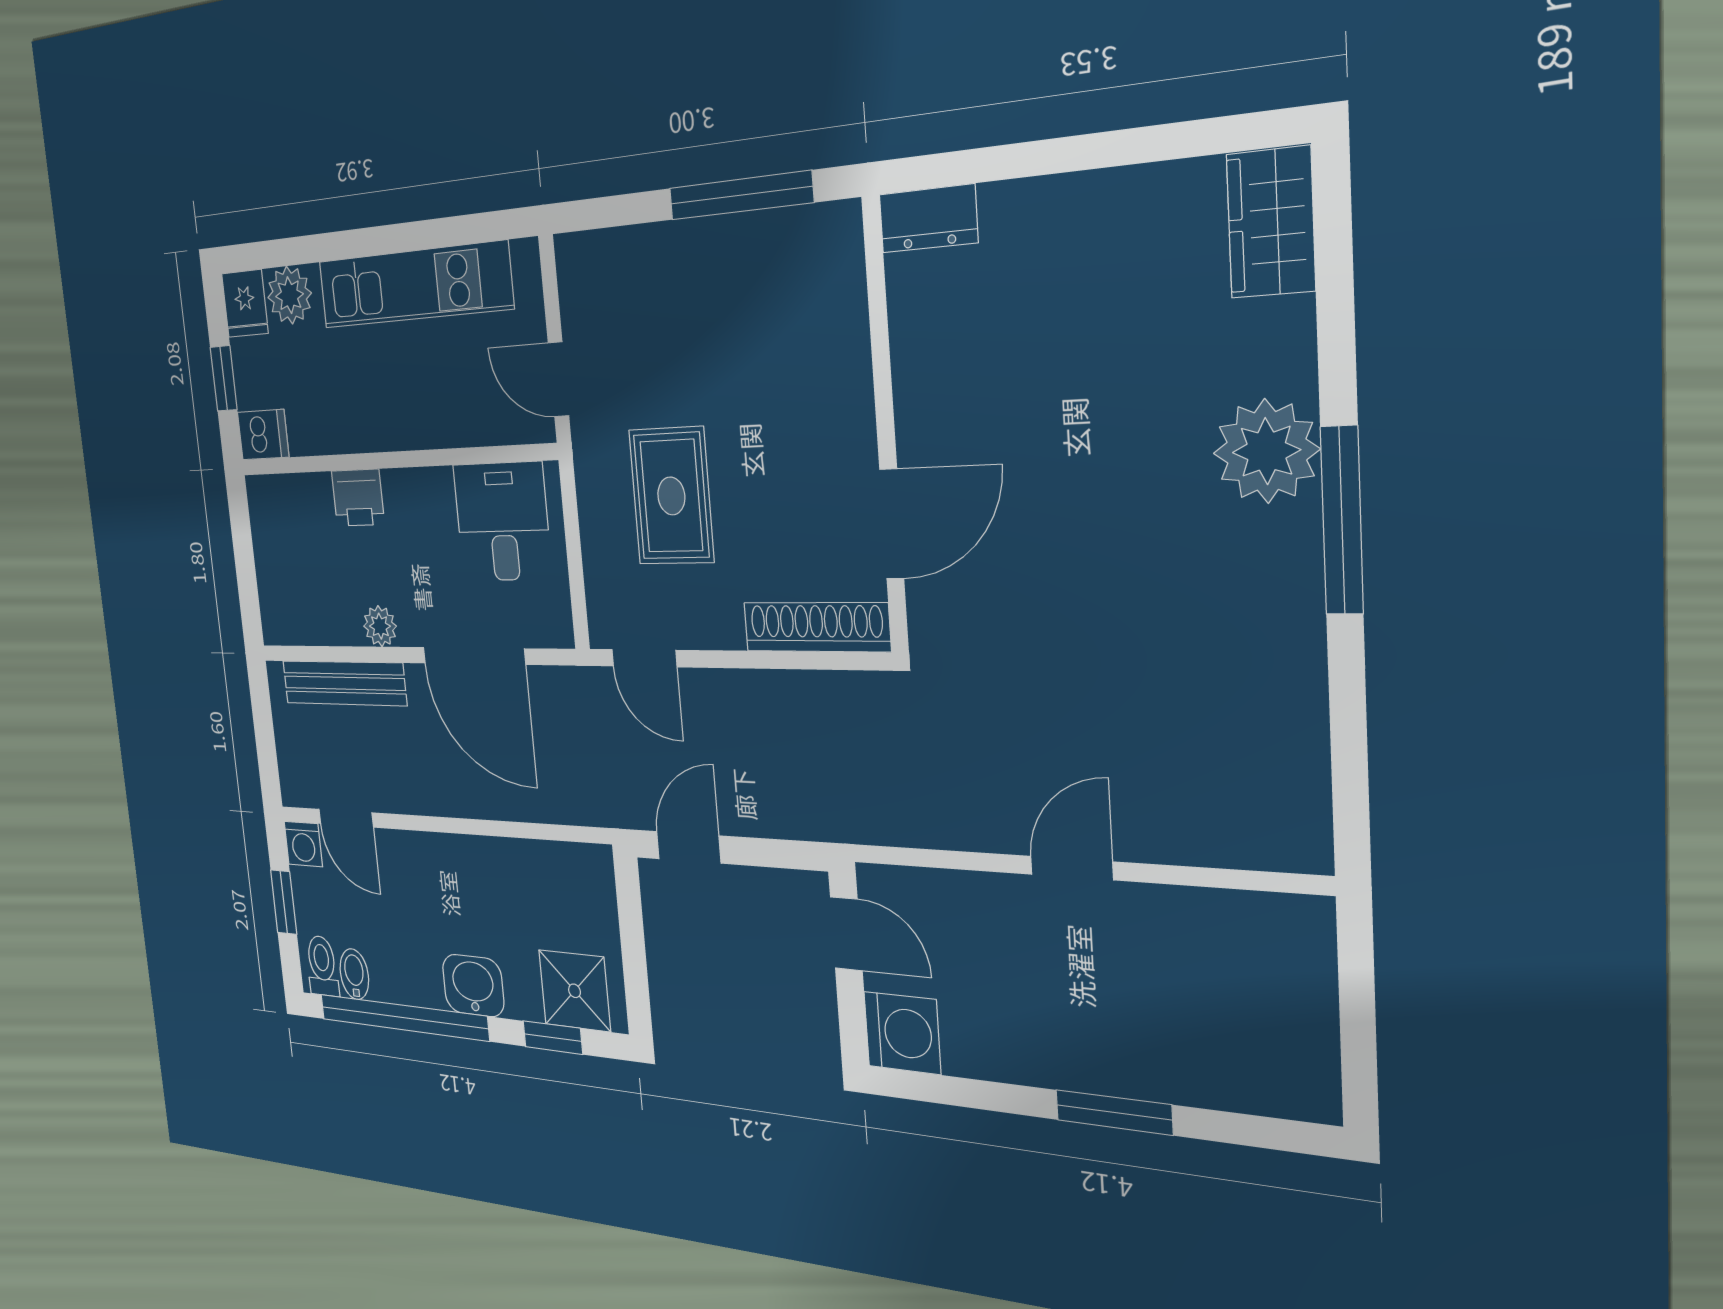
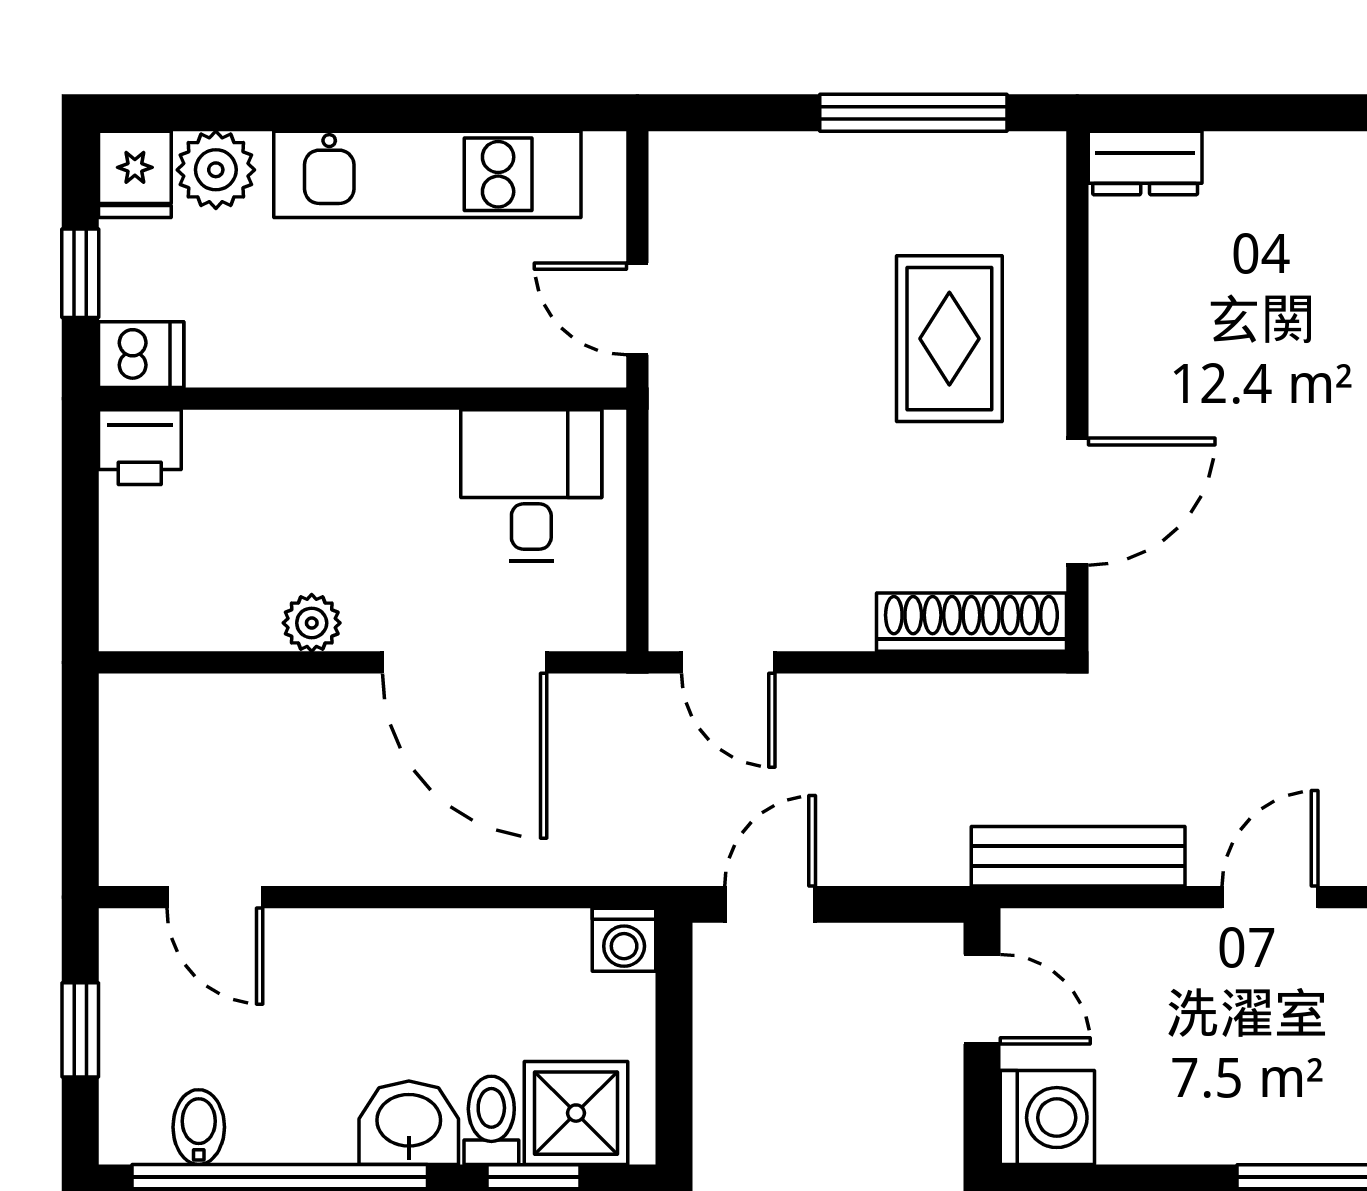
rug: (671, 496) -> (949, 339), moved
printer: (358, 498) -> (140, 447), moved
bench: (344, 683) -> (1078, 856), moved
washing machine: (303, 844) -> (624, 940), moved
toilet: (322, 966) -> (491, 1120), moved

